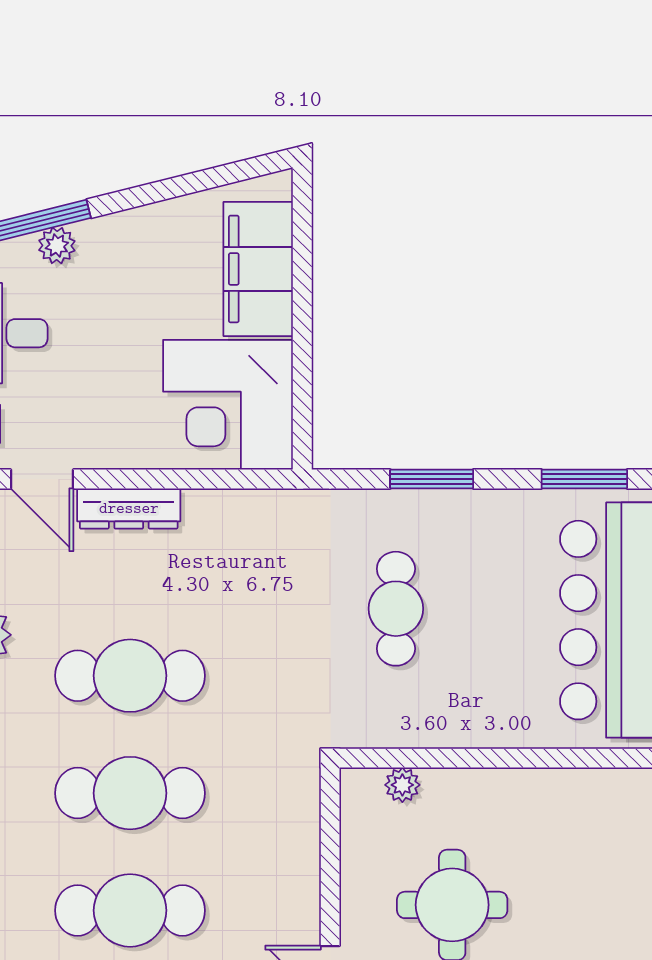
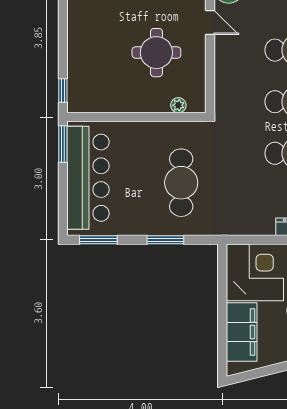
cafe table: (396, 609) -> (181, 183), width x1.37, depth x1.35

